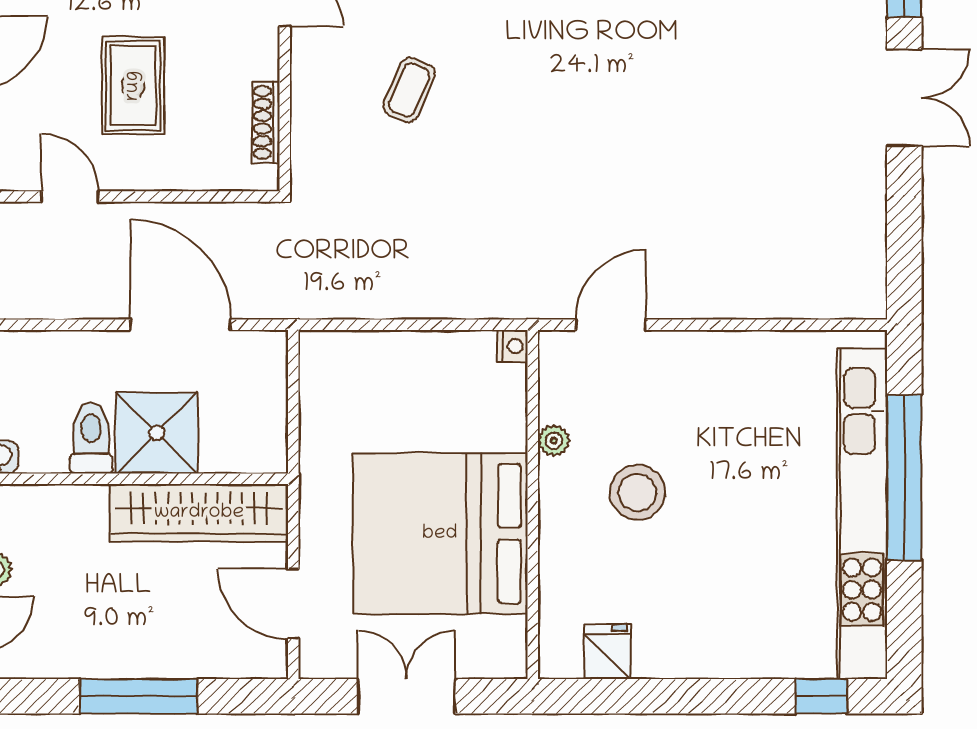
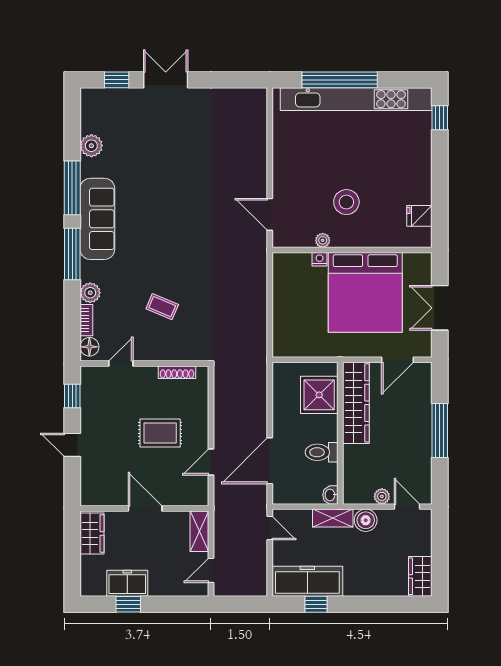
door: (181, 325) -> (270, 461), moved
nightstand: (513, 346) -> (320, 259), moved
shower: (157, 433) -> (319, 395), moved

